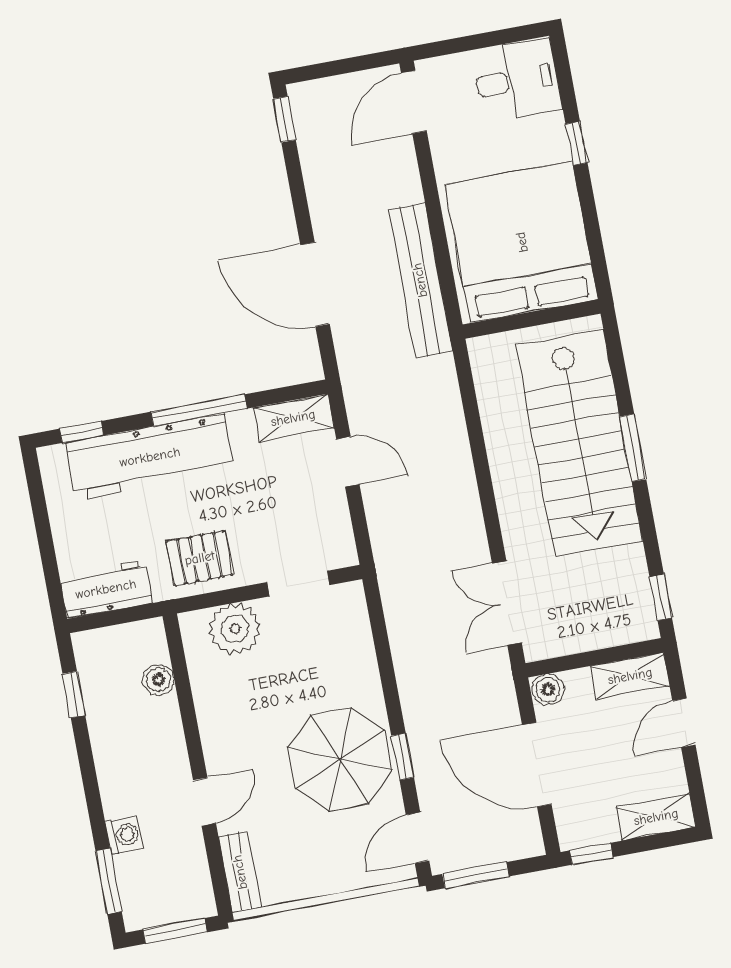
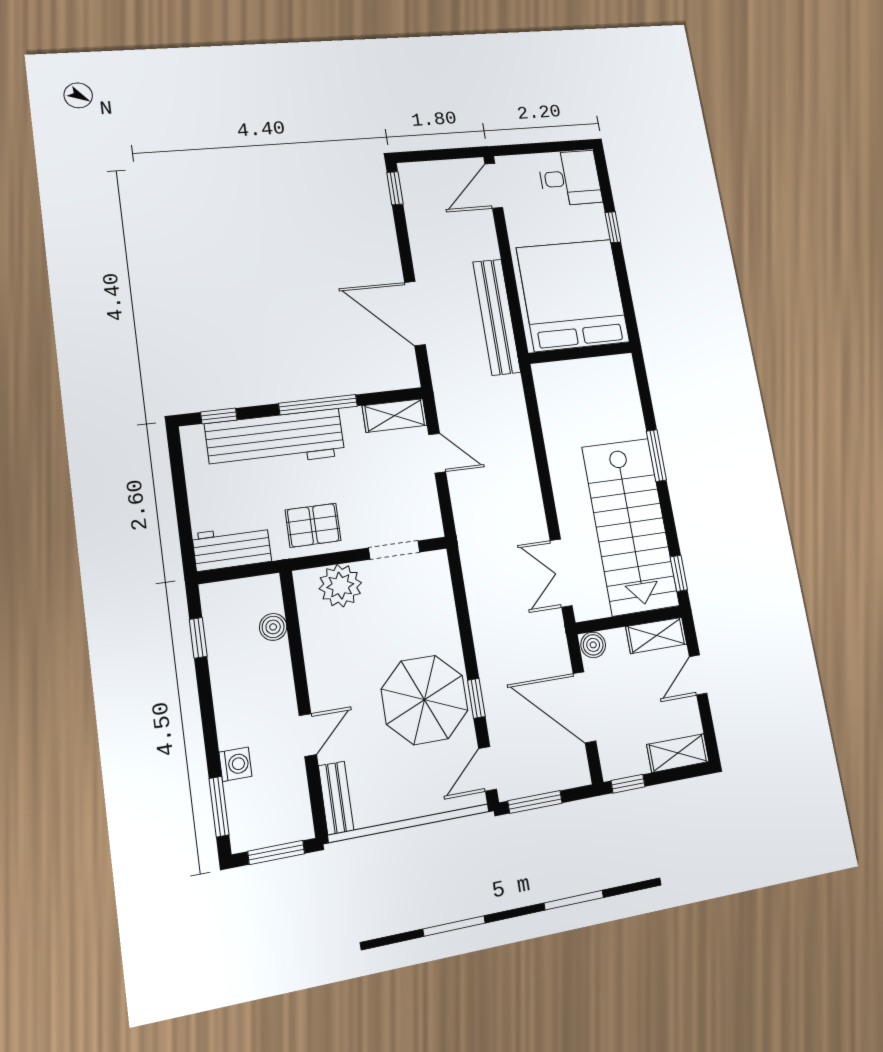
stairs: (579, 443) -> (630, 526), moved

